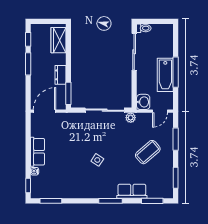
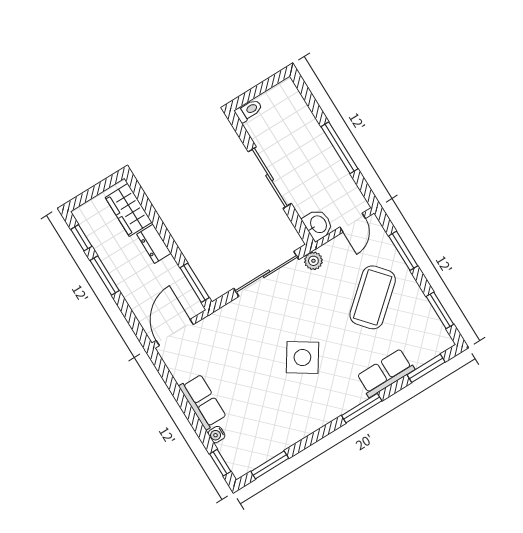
sliding door: (134, 52) -> (270, 178), moved
dresser: (61, 75) -> (154, 244), moved
bathtub: (165, 75) -> (326, 162), removed
coffee table: (148, 152) -> (373, 297), width x1.36, depth x1.32
side table: (97, 160) -> (302, 357), width x1.87, depth x1.87

